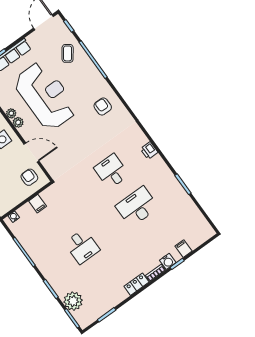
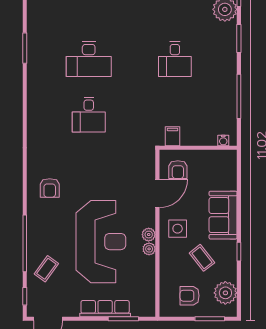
reception desk: (45, 96) -> (101, 242), turned 180
printer: (149, 151) -> (35, 108), removed
door: (31, 153) -> (157, 193), swing flipped
filing cabinet: (38, 204) -> (173, 136), moved
desk: (82, 246) -> (175, 59), turned 180

